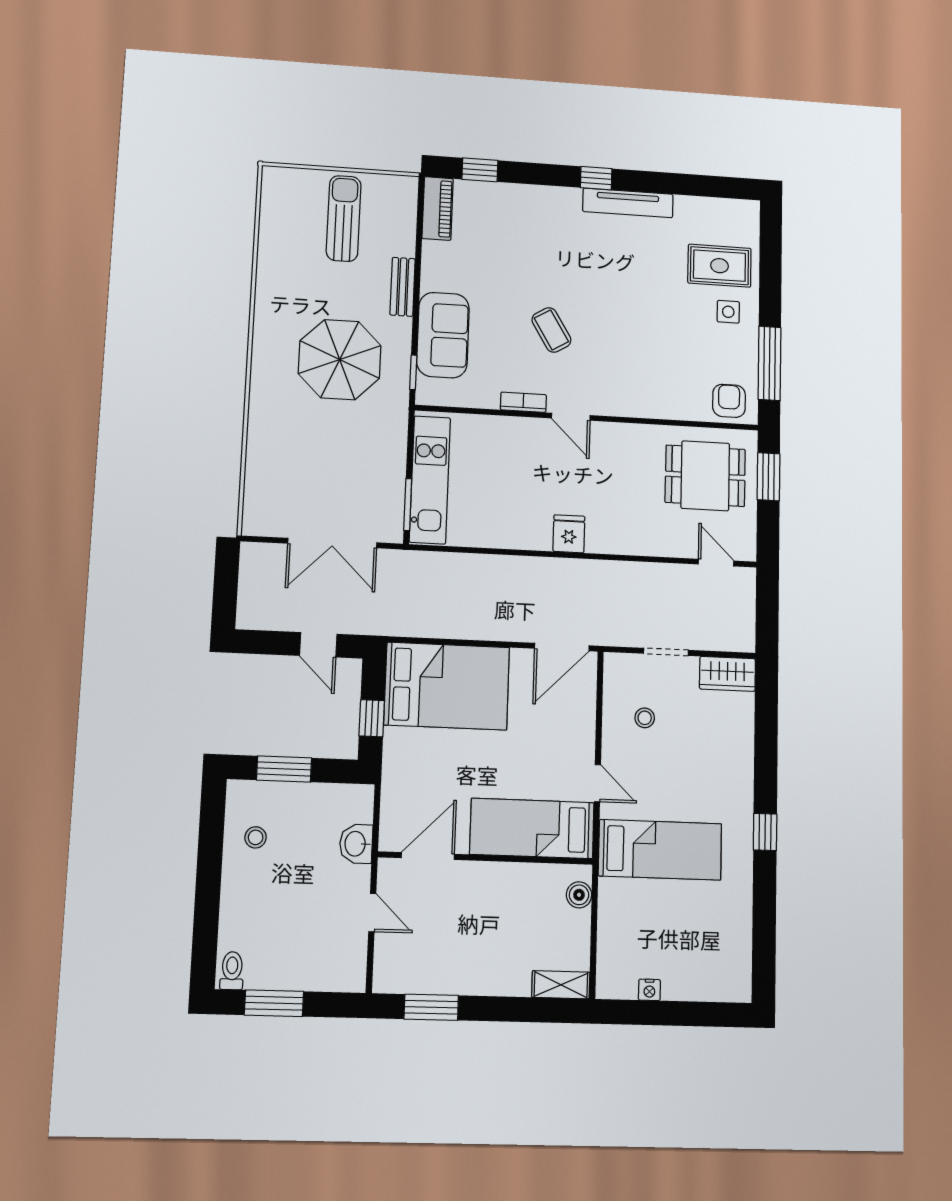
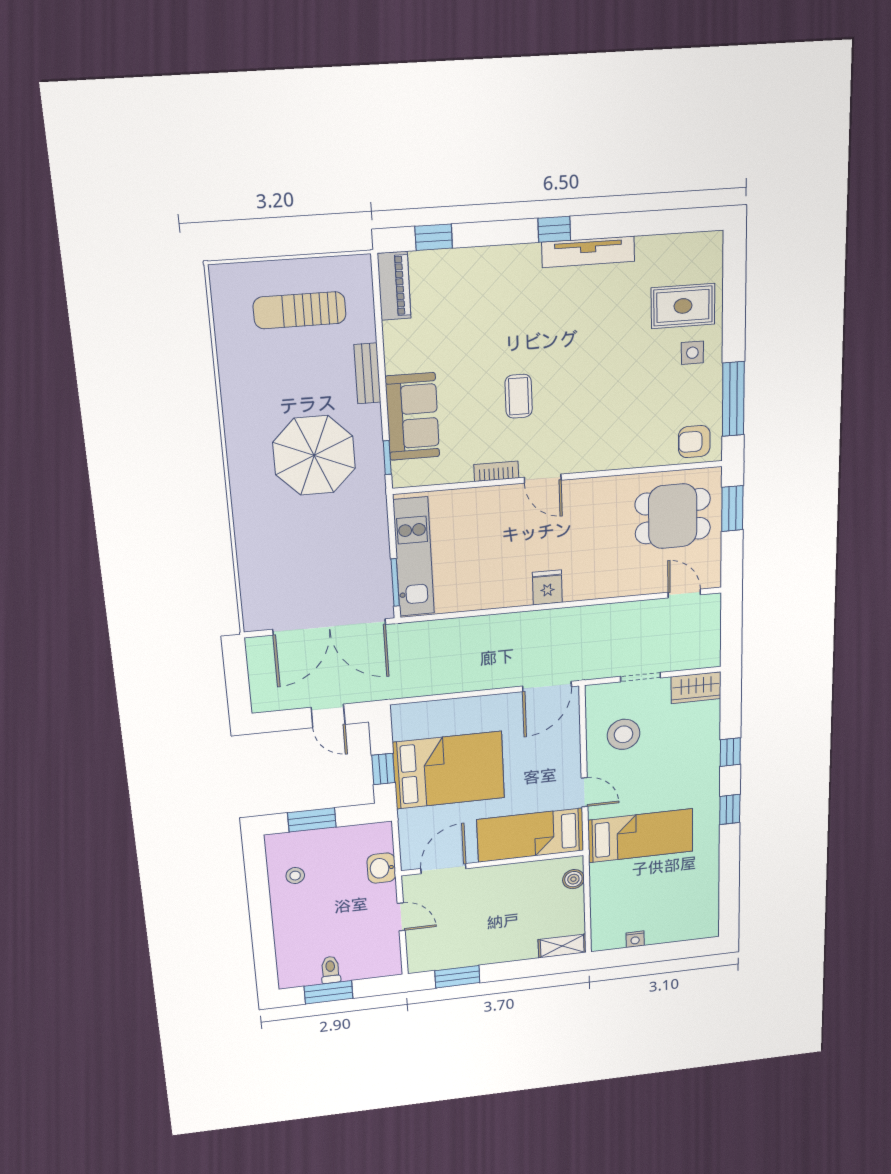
sun lounger: (344, 218) -> (300, 310), turned -90
coffee table: (551, 330) -> (519, 396), turned 31
armchair: (729, 401) -> (694, 442), turned -90
double door: (332, 543) -> (329, 627), width x1.36
bed: (447, 686) -> (449, 770), moved
stool: (645, 718) -> (624, 734), width x1.89, depth x1.89
window: (766, 759) -> (730, 752), added
toilet: (232, 971) -> (330, 970), moved

